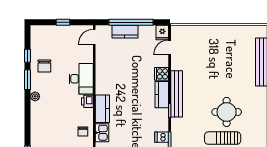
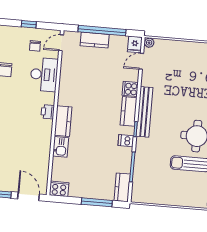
plant: (175, 30) -> (149, 43), added
desk: (81, 79) -> (44, 75), moved
chair: (83, 132) -> (35, 46), moved
dishwasher: (162, 137) -> (126, 141), moved

